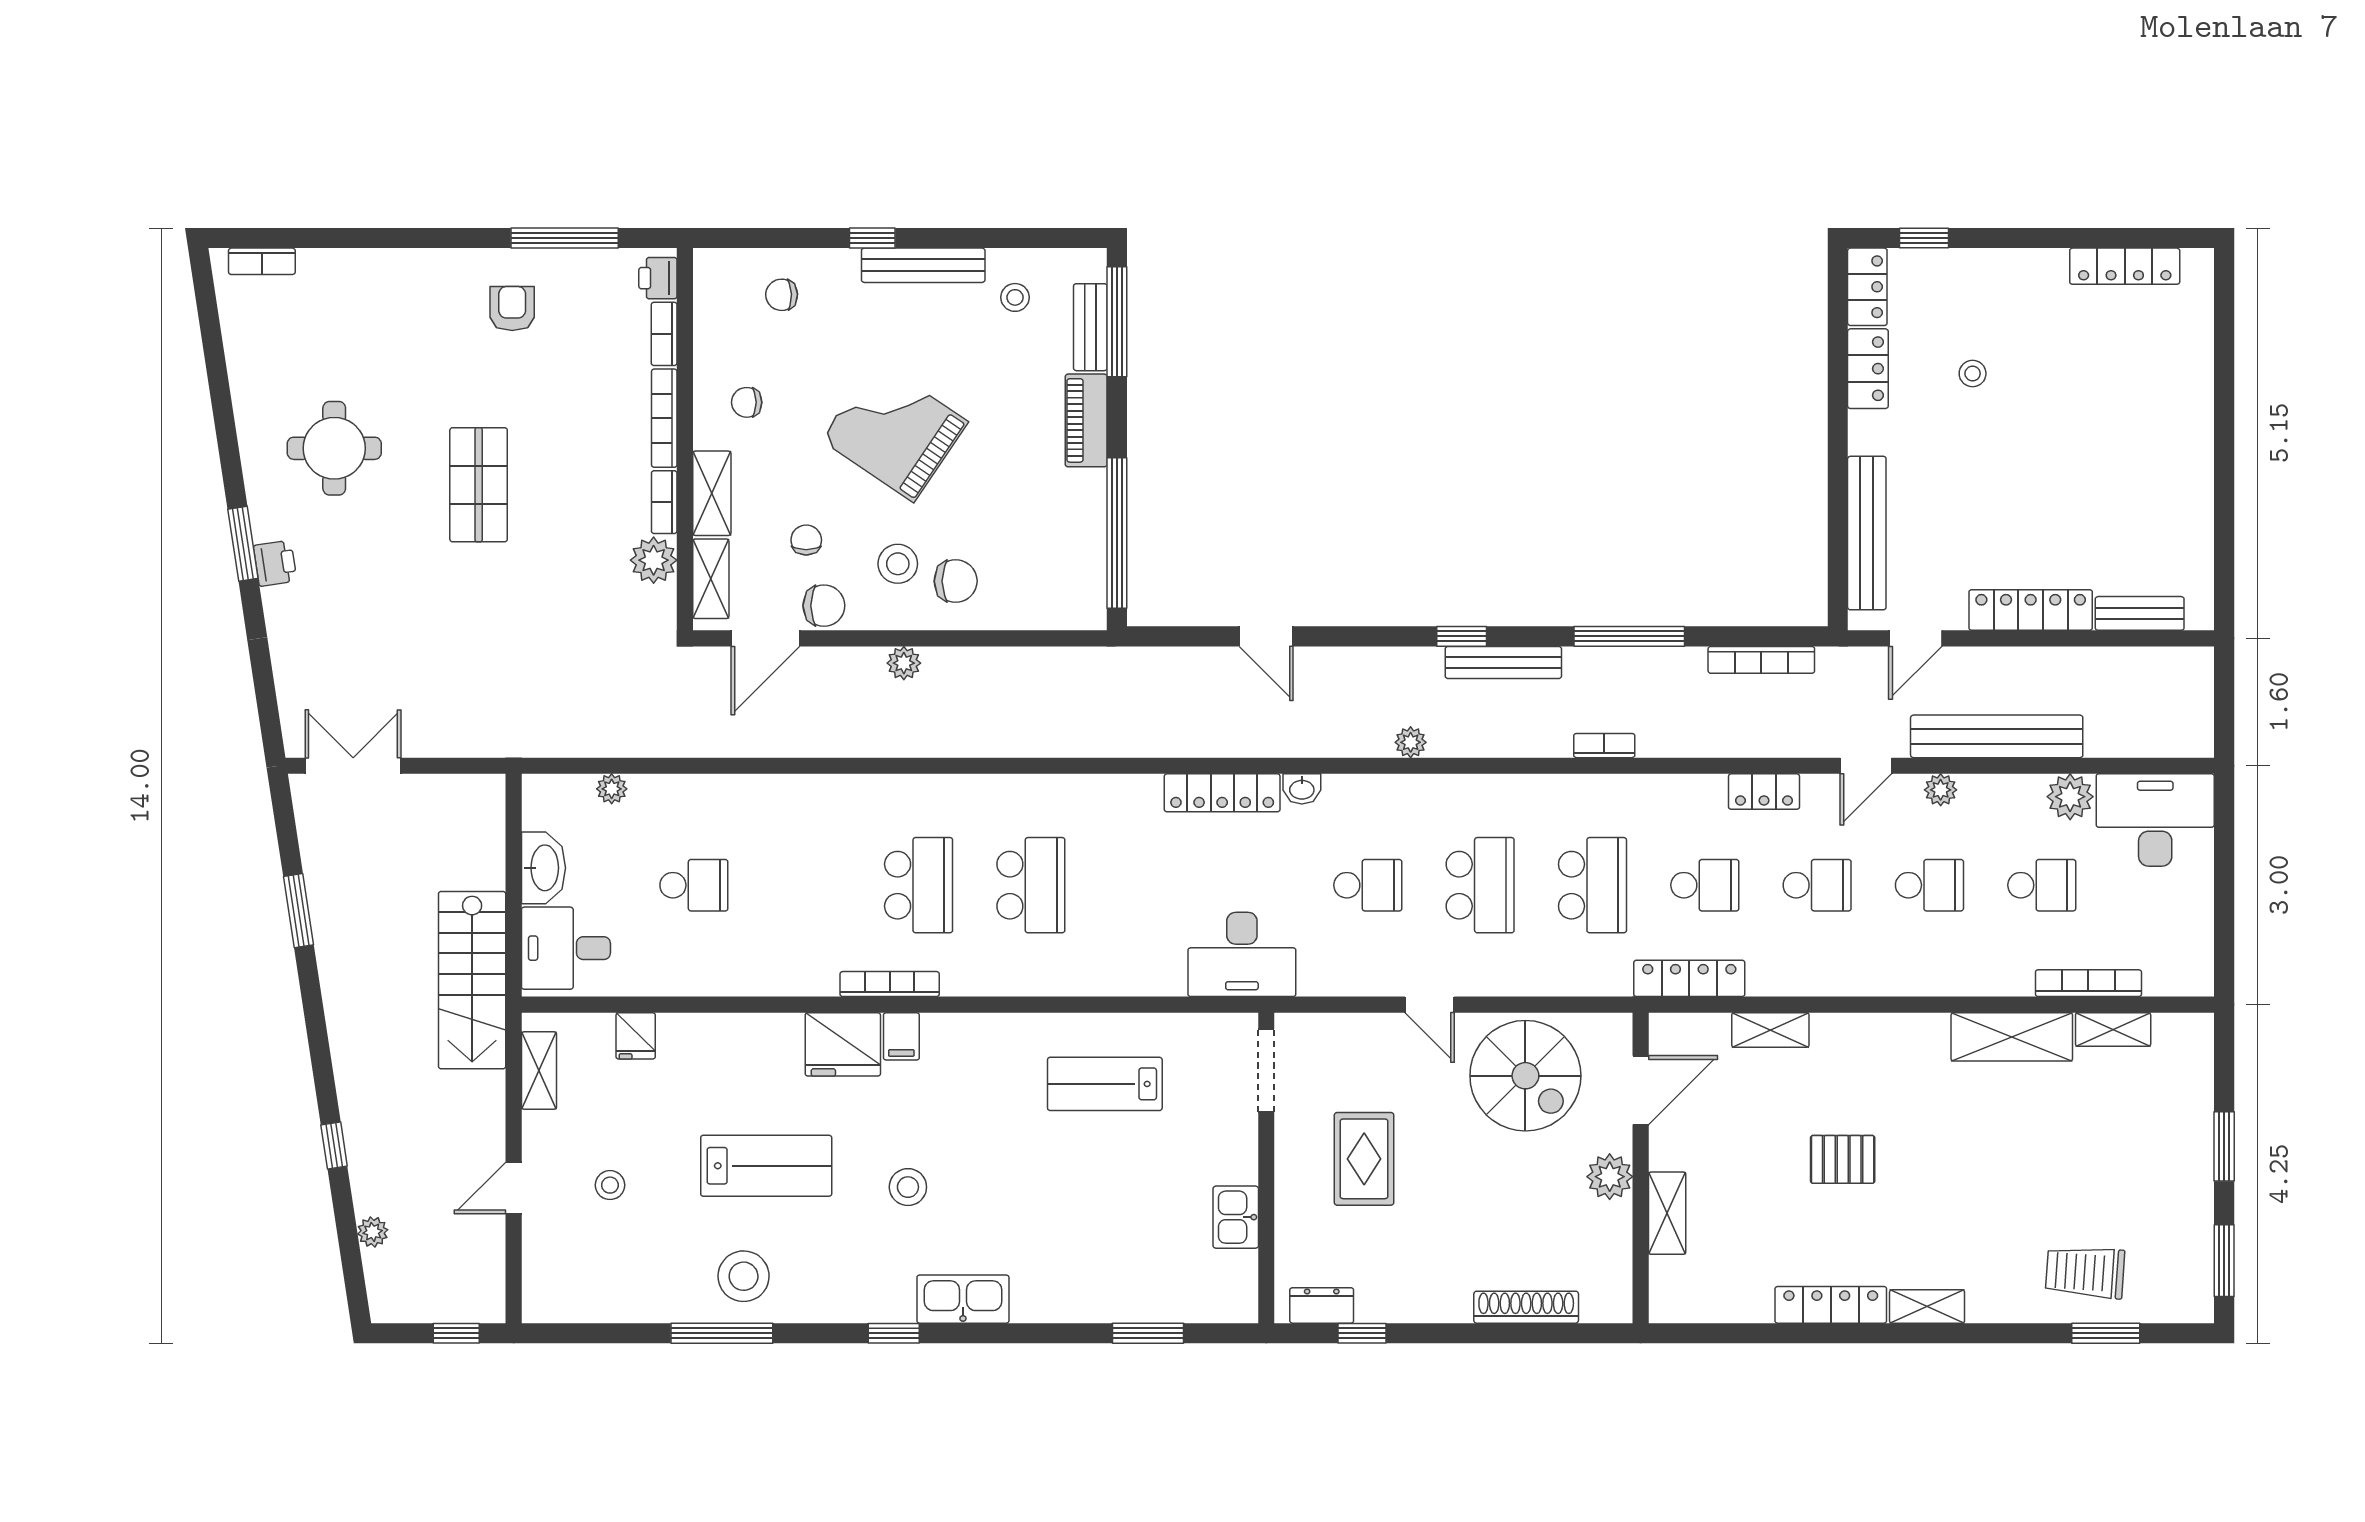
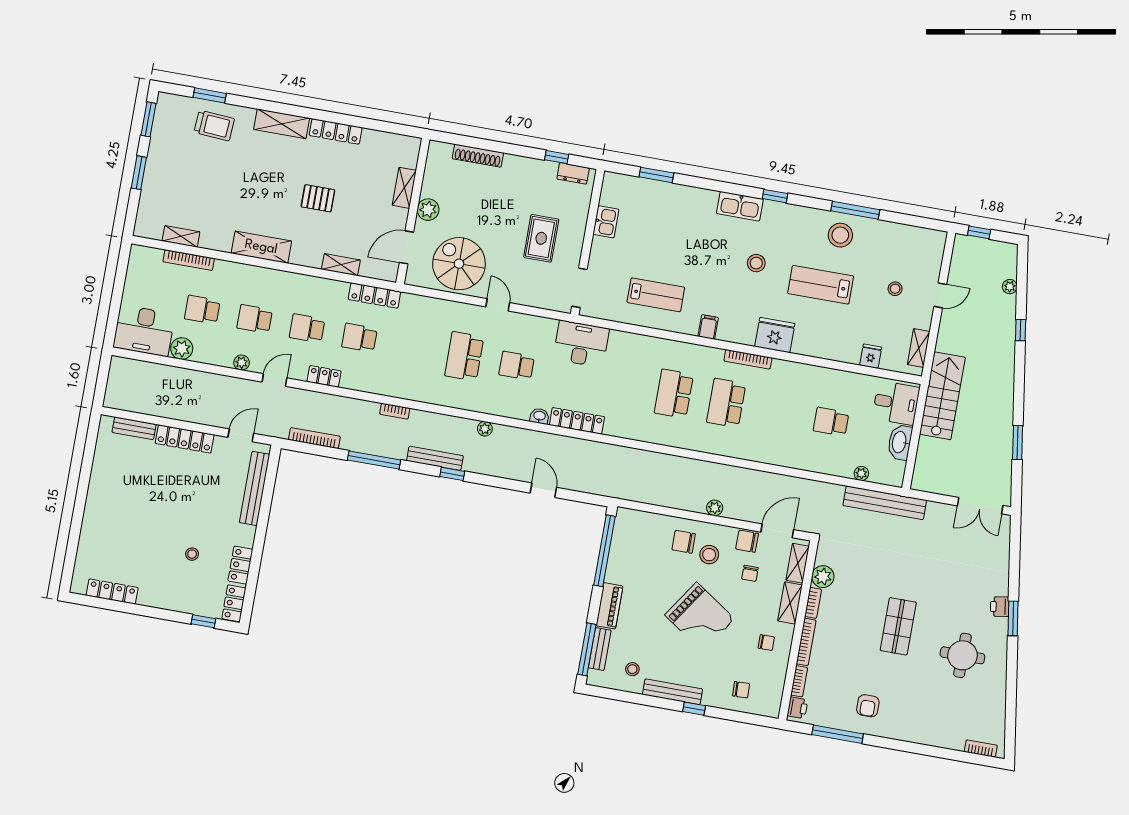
bench: (1997, 736) -> (885, 503), moved
school desk: (1592, 885) -> (412, 347), removed
filing cabinet: (901, 1036) -> (708, 327), moved
shelving: (2012, 1037) -> (261, 247), moved
shelving: (1927, 1306) -> (282, 124), width x1.50, depth x1.33

